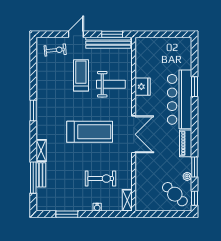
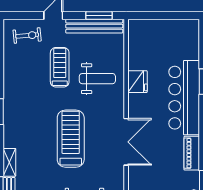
treadmill: (90, 132) -> (71, 139), turned -90

